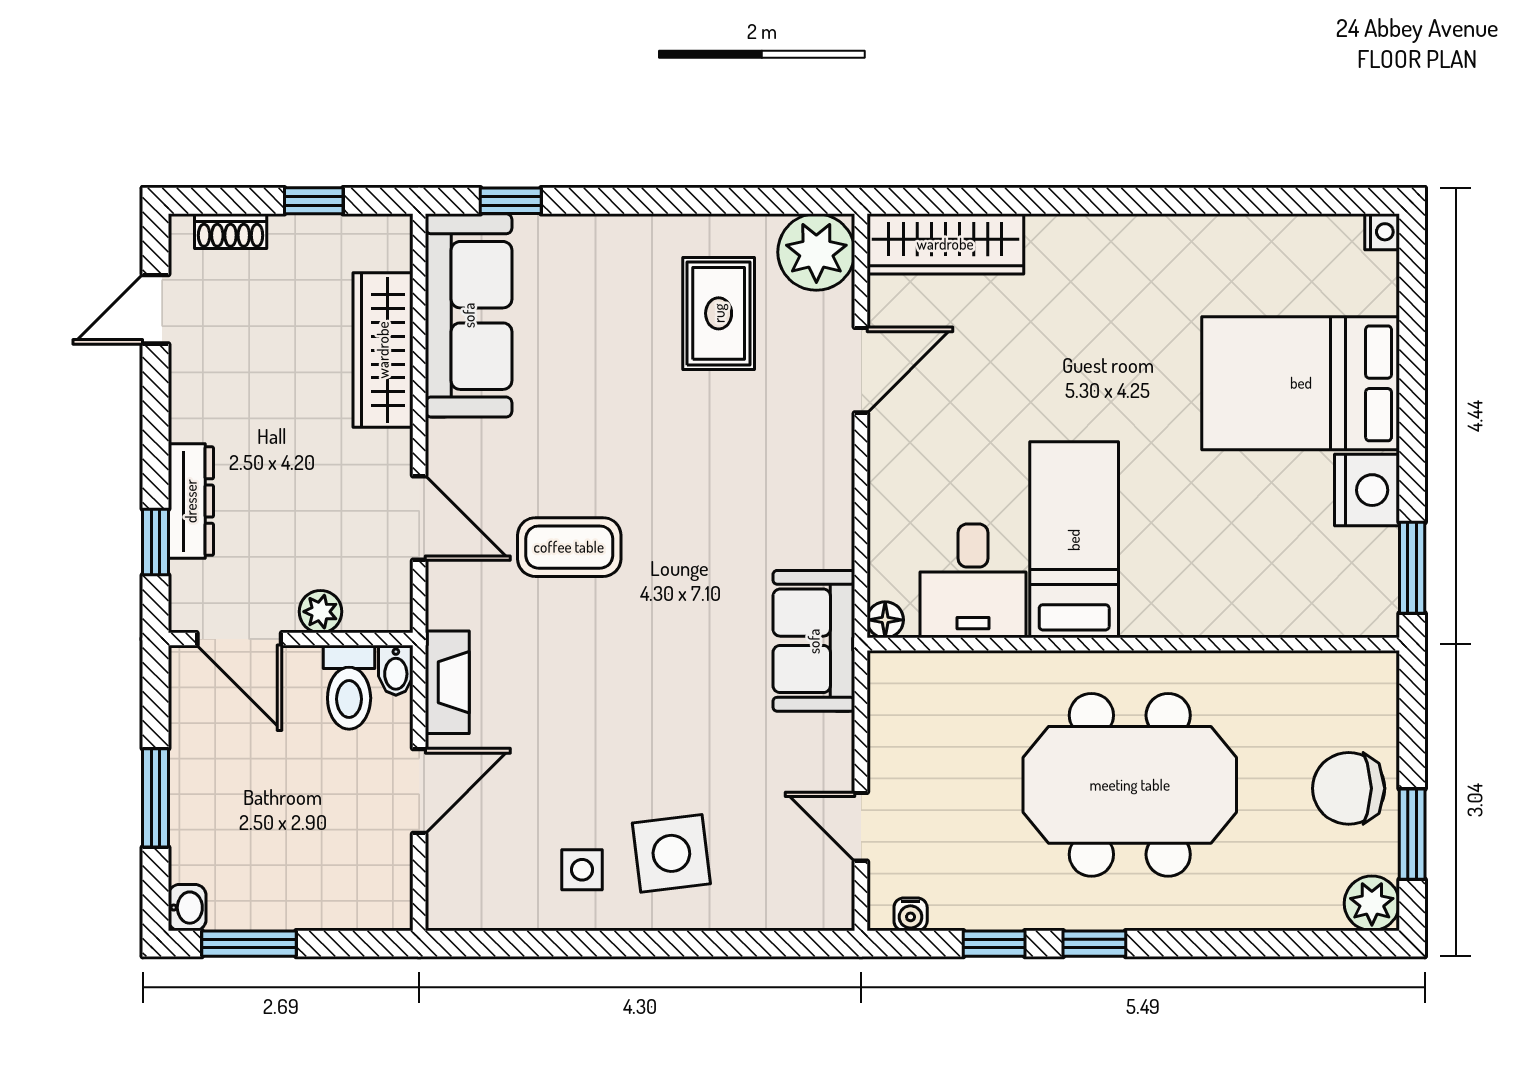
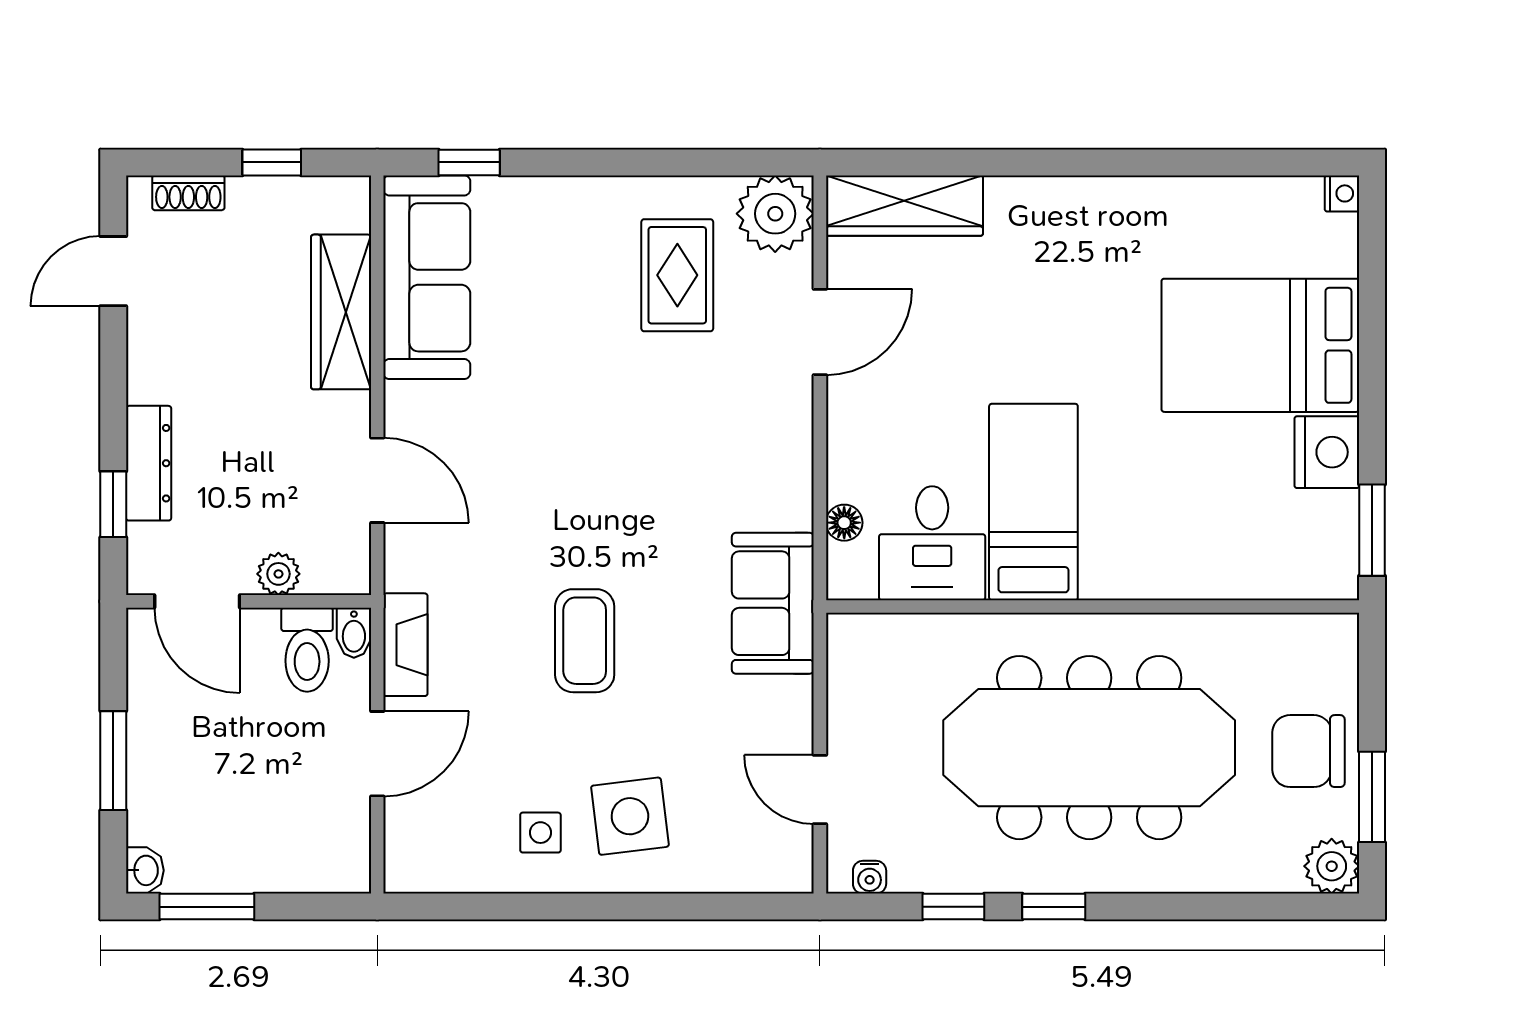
coffee table: (569, 547) -> (585, 641), moved, turned 90
floor lamp: (885, 620) -> (844, 523), moved
meeting table: (1130, 785) -> (1089, 748), width x1.36

